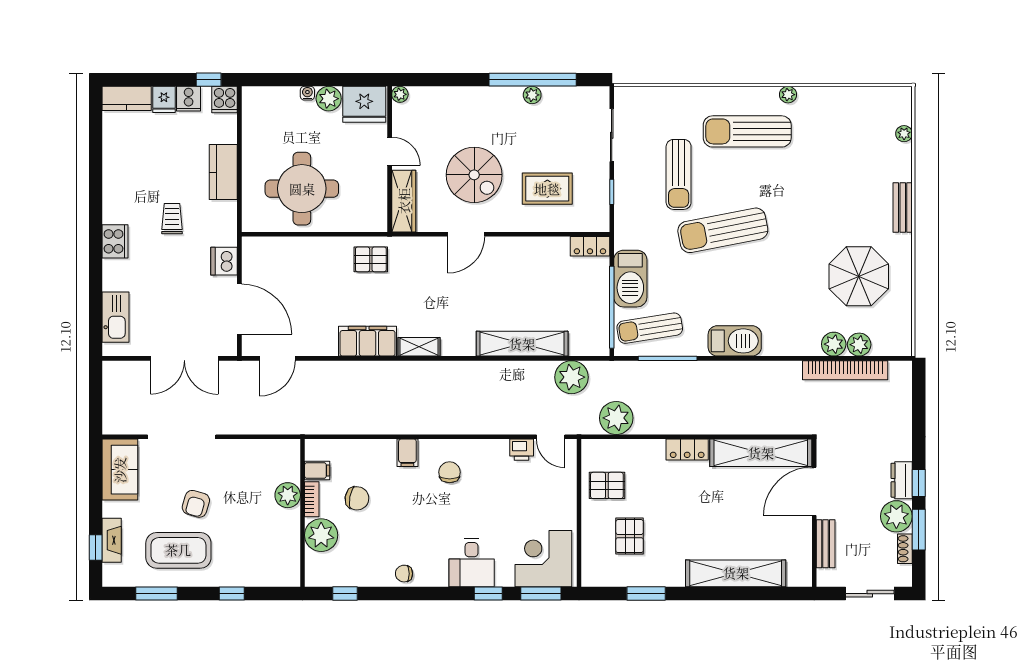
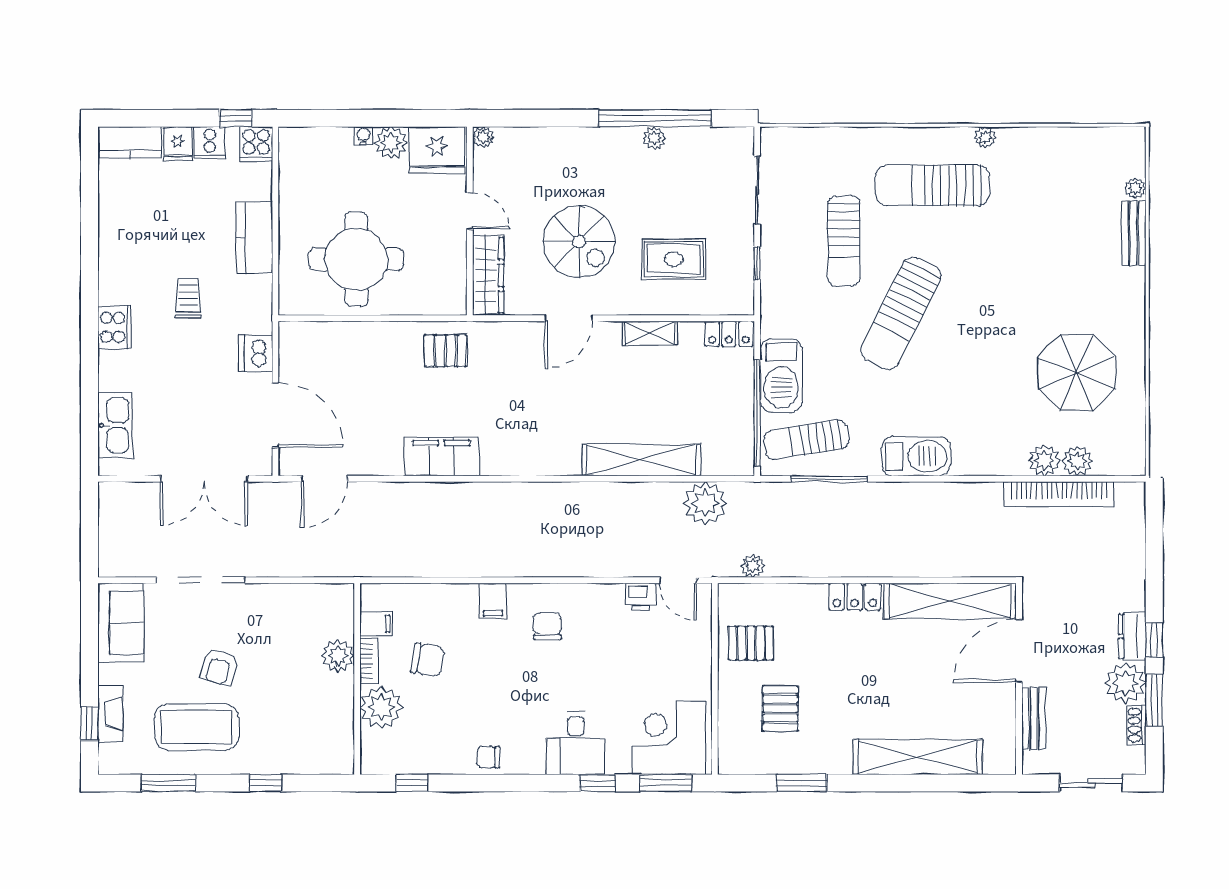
bench: (903, 207) -> (1133, 233), moved
sun lounger: (723, 230) -> (901, 313), turned -52
shelving: (419, 347) -> (650, 333), moved
plant: (616, 418) -> (753, 566), width x0.53, depth x0.53

